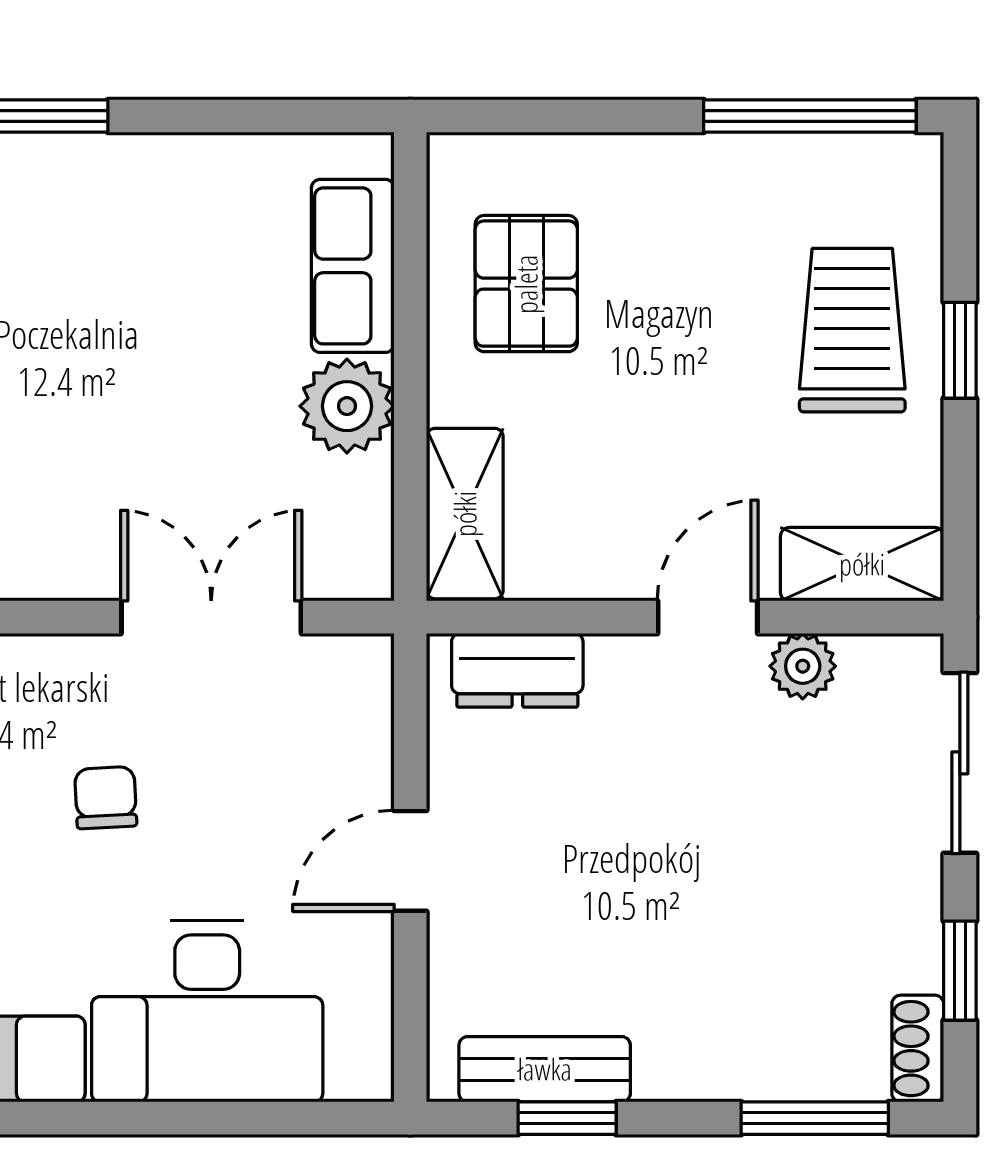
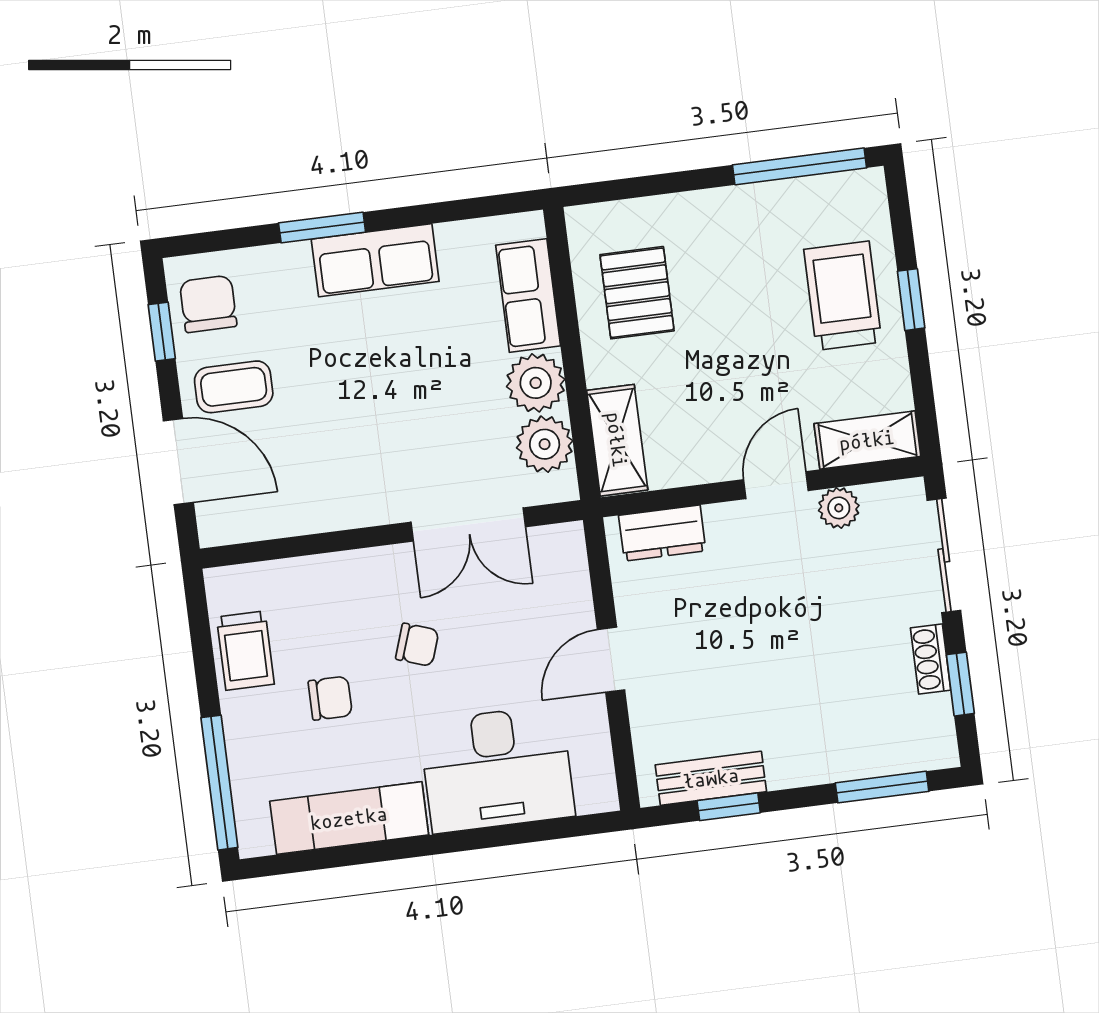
row of seats: (117, 179) -> (375, 260), added
plant: (349, 505) -> (545, 444), added
double door: (211, 617) -> (468, 524), swing flipped
chair: (106, 798) -> (417, 645), turned 112
shoe rack: (918, 1049) -> (931, 659), moved

